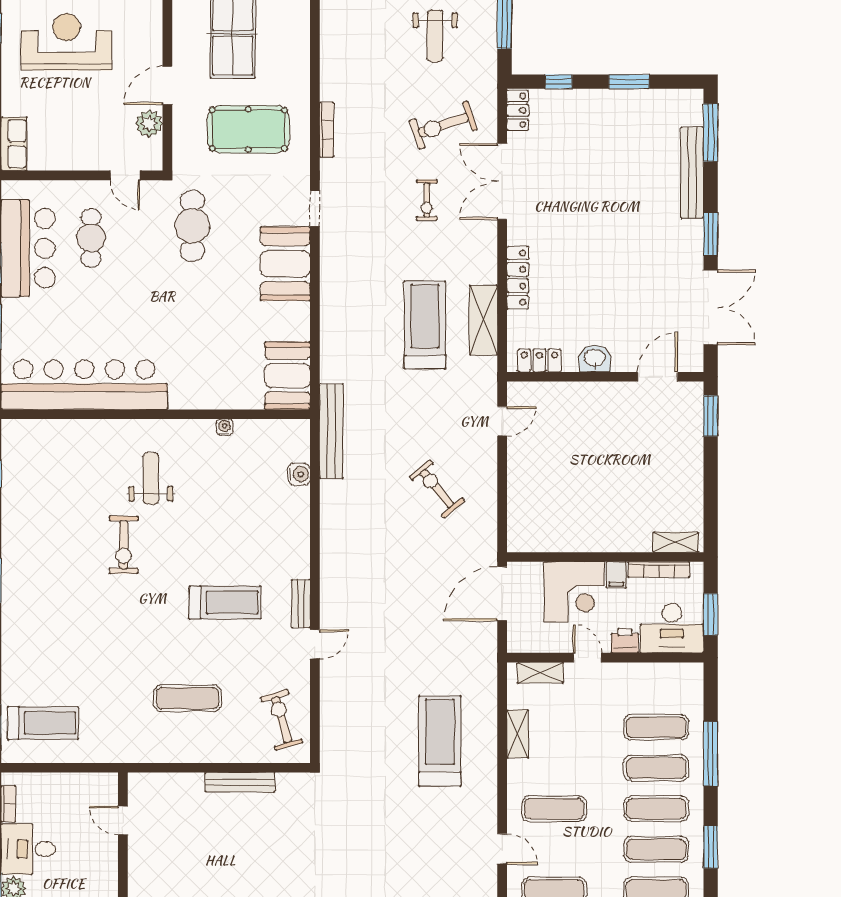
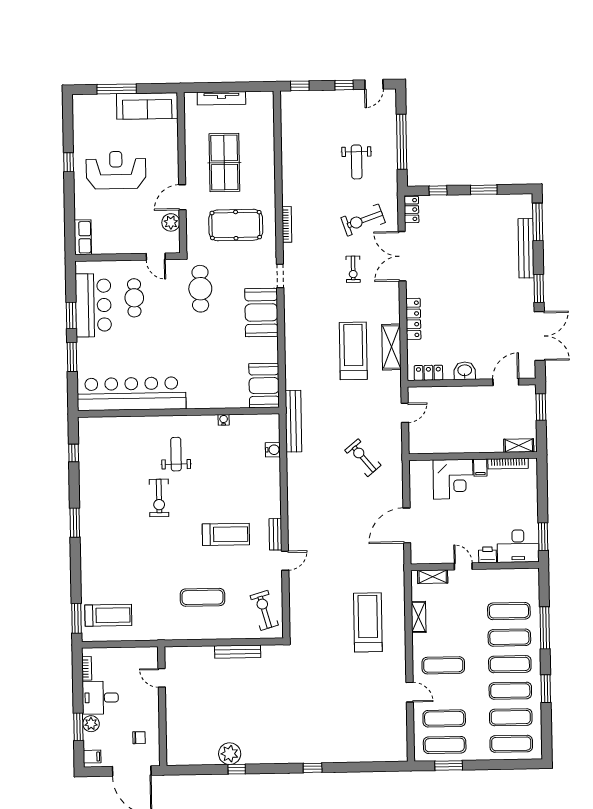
shelving: (676, 542) -> (519, 445), moved
wall: (605, 557) -> (473, 456), moved
bookcase: (659, 570) -> (508, 464), moved
filing cabinet: (616, 575) -> (480, 468), moved
corner desk: (574, 592) -> (453, 479), moved

